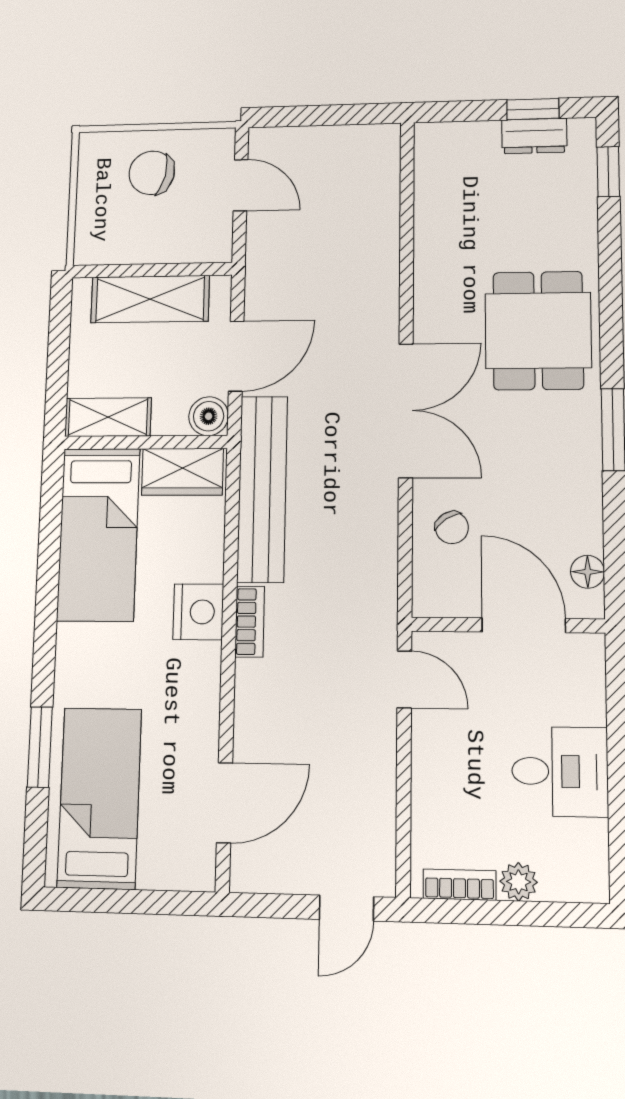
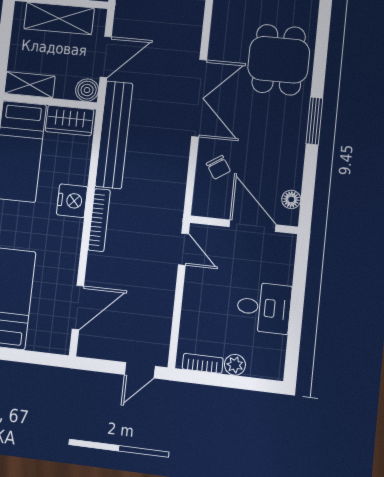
bookcase: (250, 622) -> (99, 220), width x1.56

